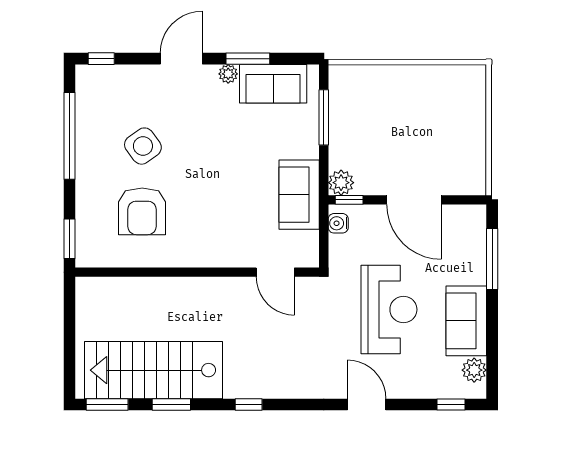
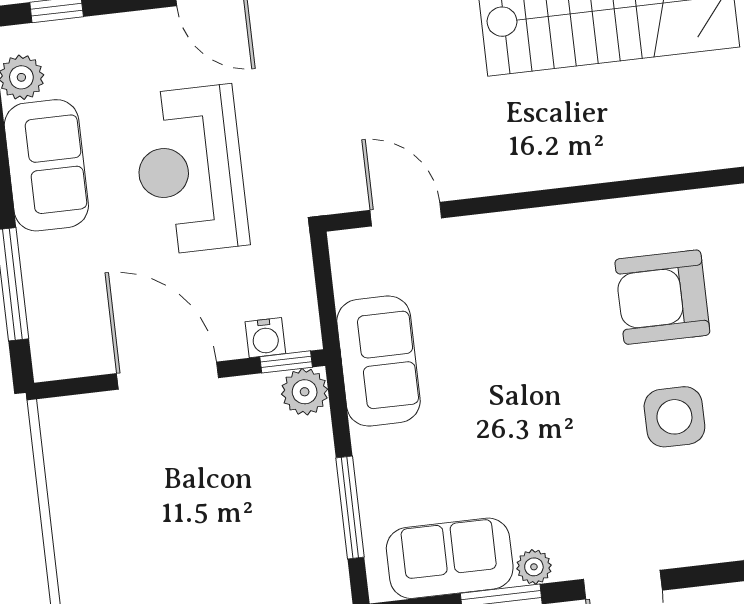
side table: (143, 146) -> (674, 417), turned 36
armchair: (142, 211) -> (662, 297), turned -90
water cooler: (338, 223) -> (265, 338), moved, turned 90

